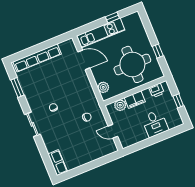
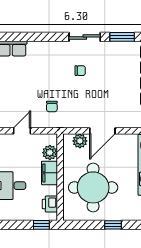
window: (158, 51) -> (113, 225), moved
door: (84, 60) -> (102, 131), moved
window: (178, 101) -> (41, 225), moved
sliding door: (32, 124) -> (85, 37), moved

